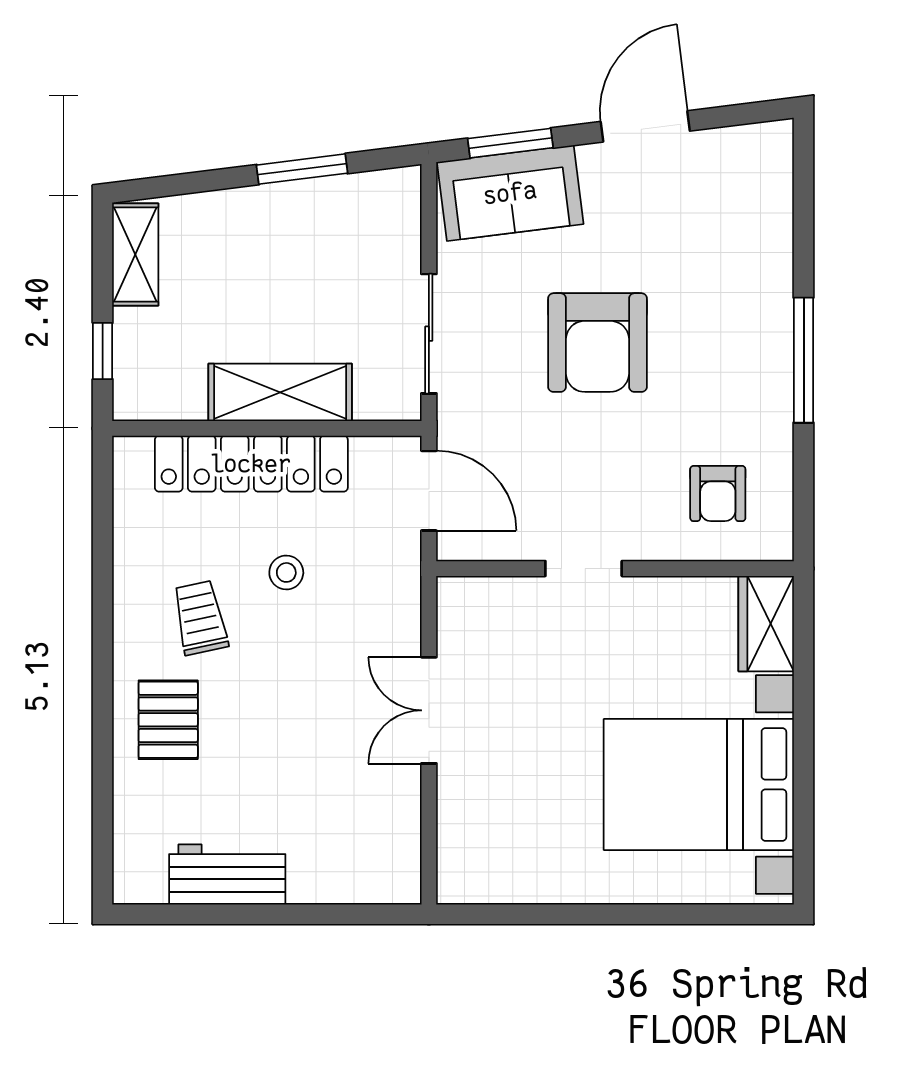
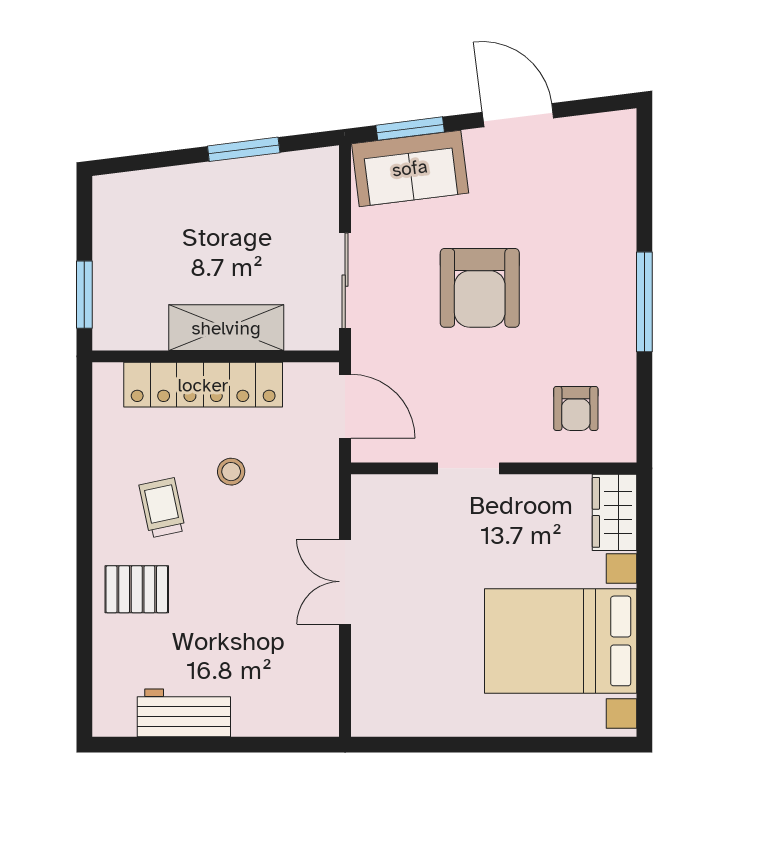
door: (645, 126) -> (518, 115), hinge flipped
shelving: (135, 255) -> (110, 218), removed
window: (103, 351) -> (84, 295), width x1.50
pallet: (168, 720) -> (137, 589), turned 90

